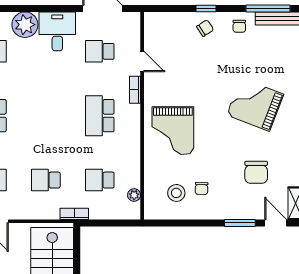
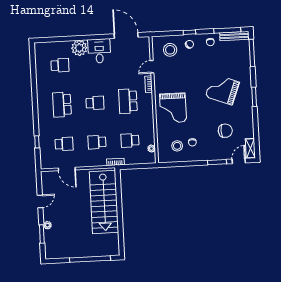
stool: (173, 36) -> (170, 50), added
school desk: (100, 51) -> (95, 103), moved, turned 180
door: (142, 62) -> (152, 67), swing flipped
chair: (256, 172) -> (225, 131), turned -93
door: (276, 223) -> (239, 161), hinge flipped

